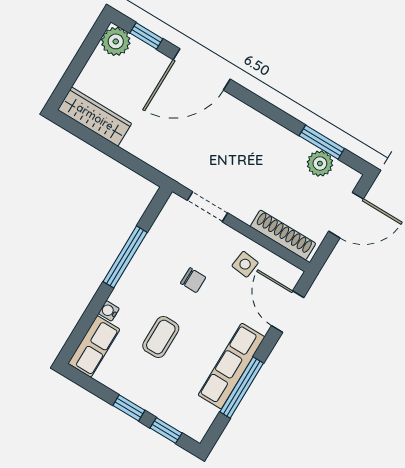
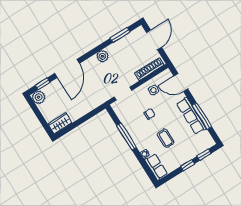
wardrobe: (95, 117) -> (60, 123), width x0.67
plant: (320, 163) -> (102, 56), moved

